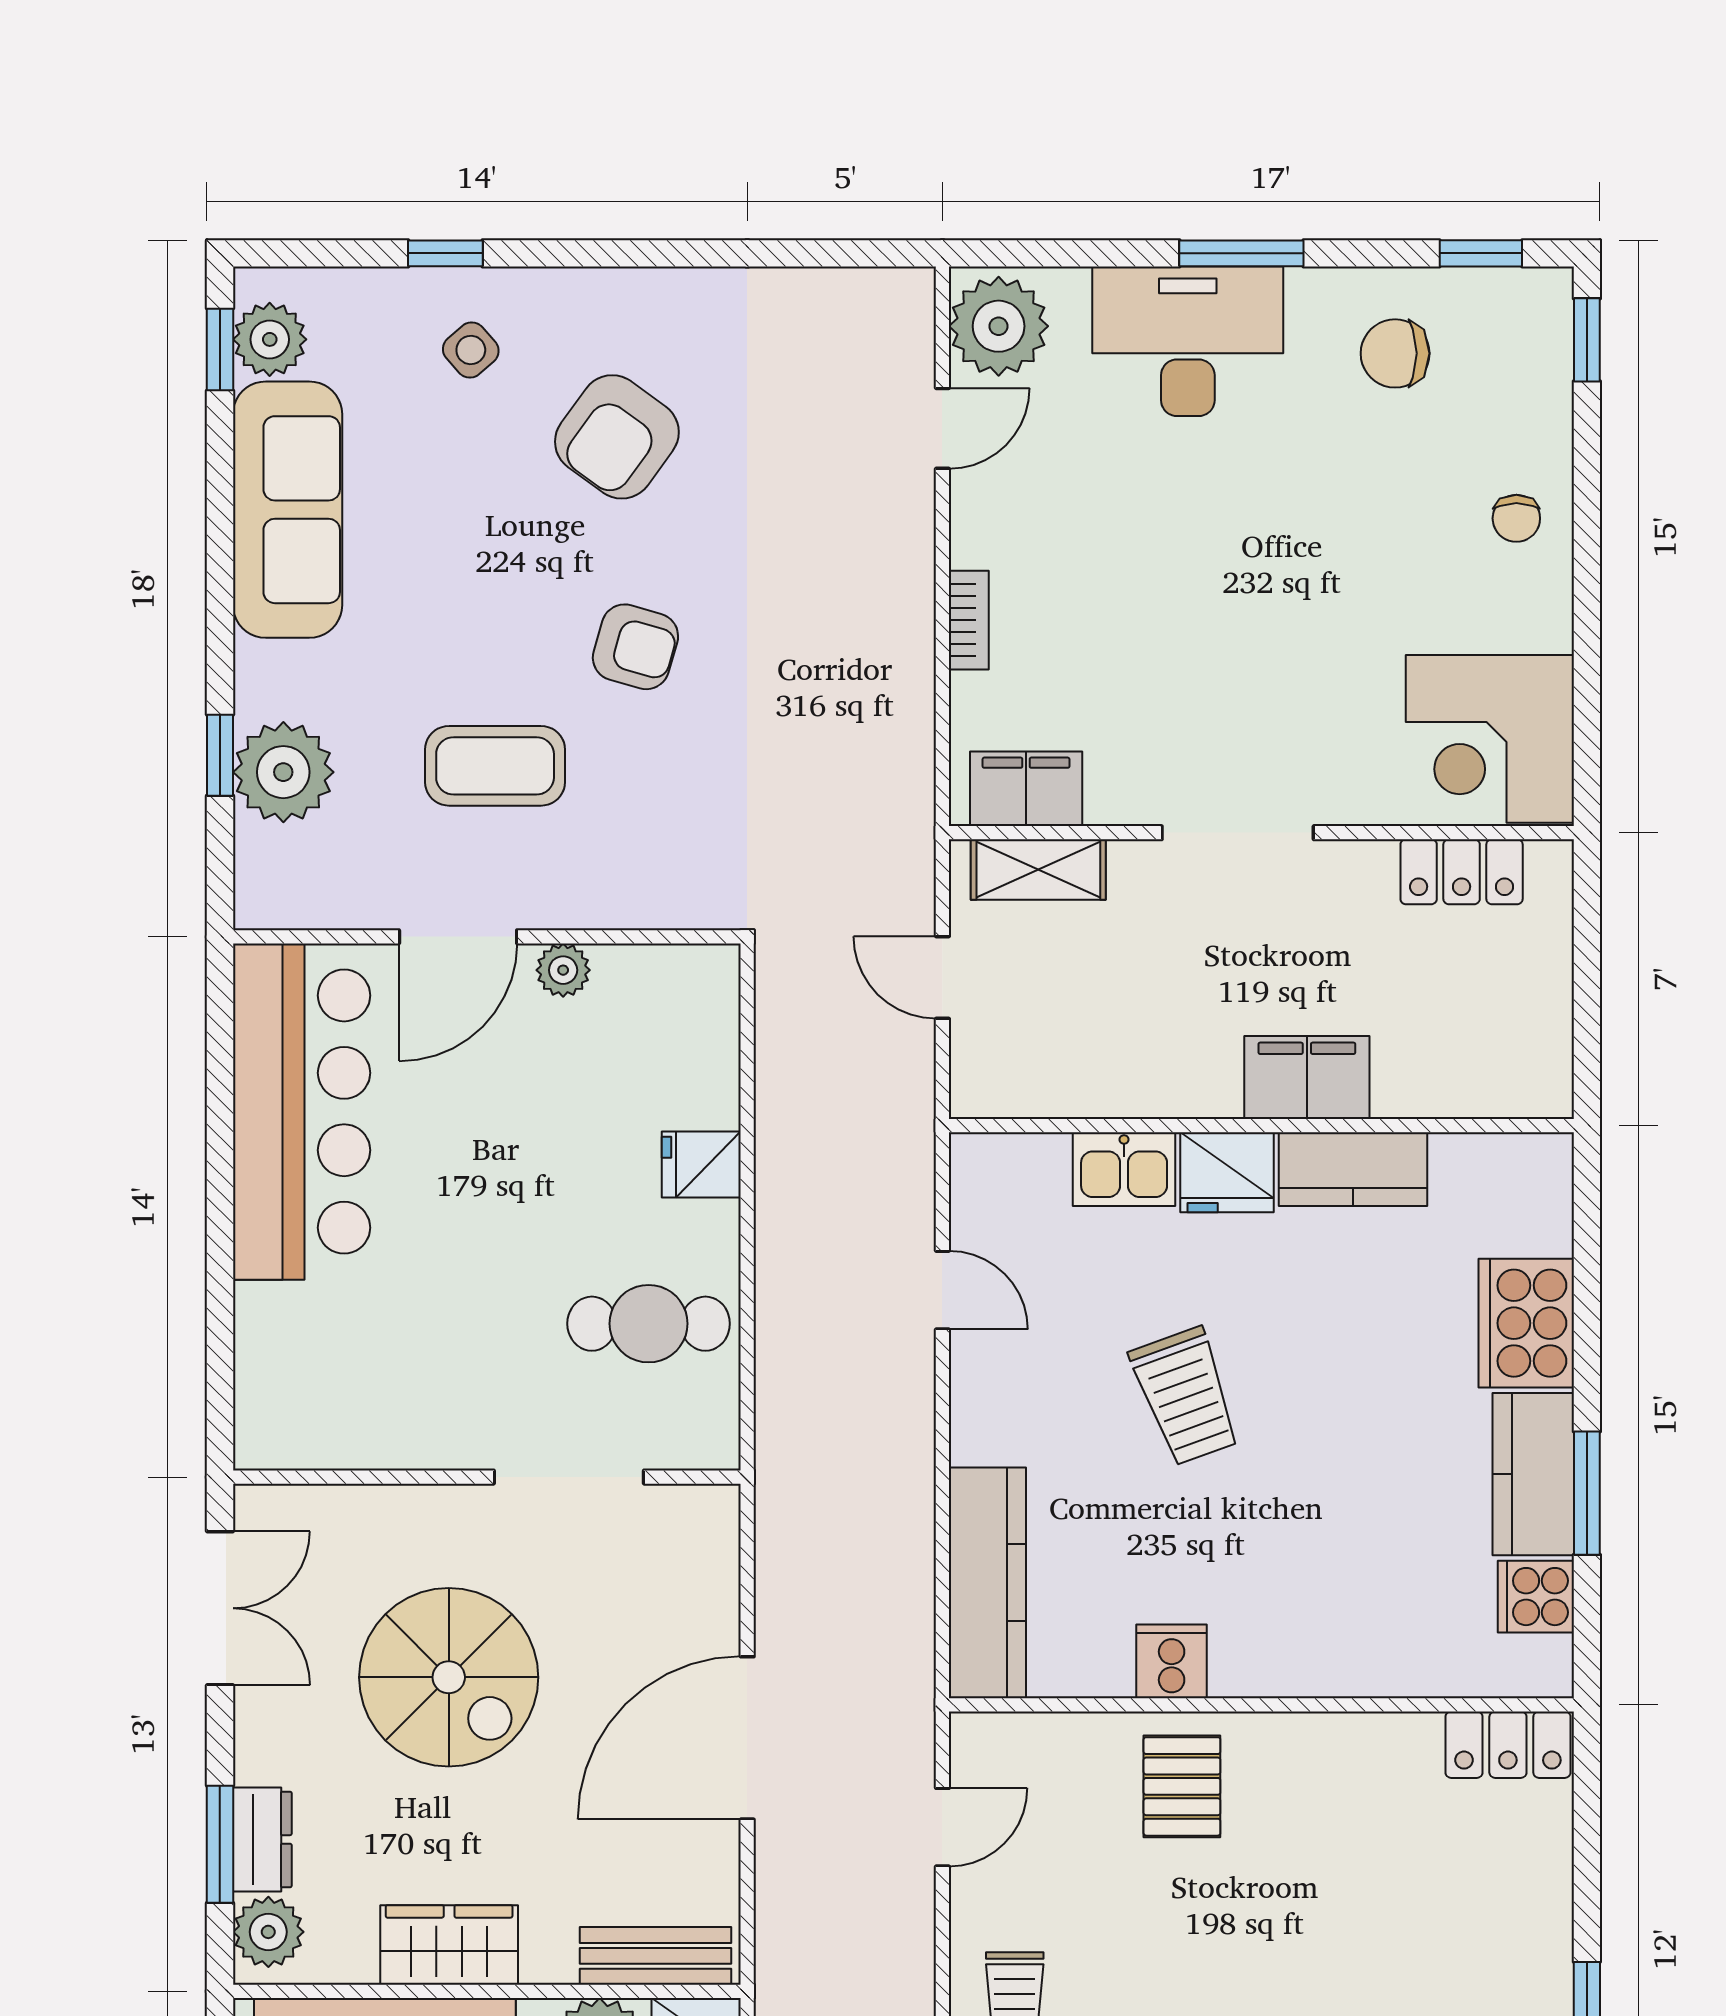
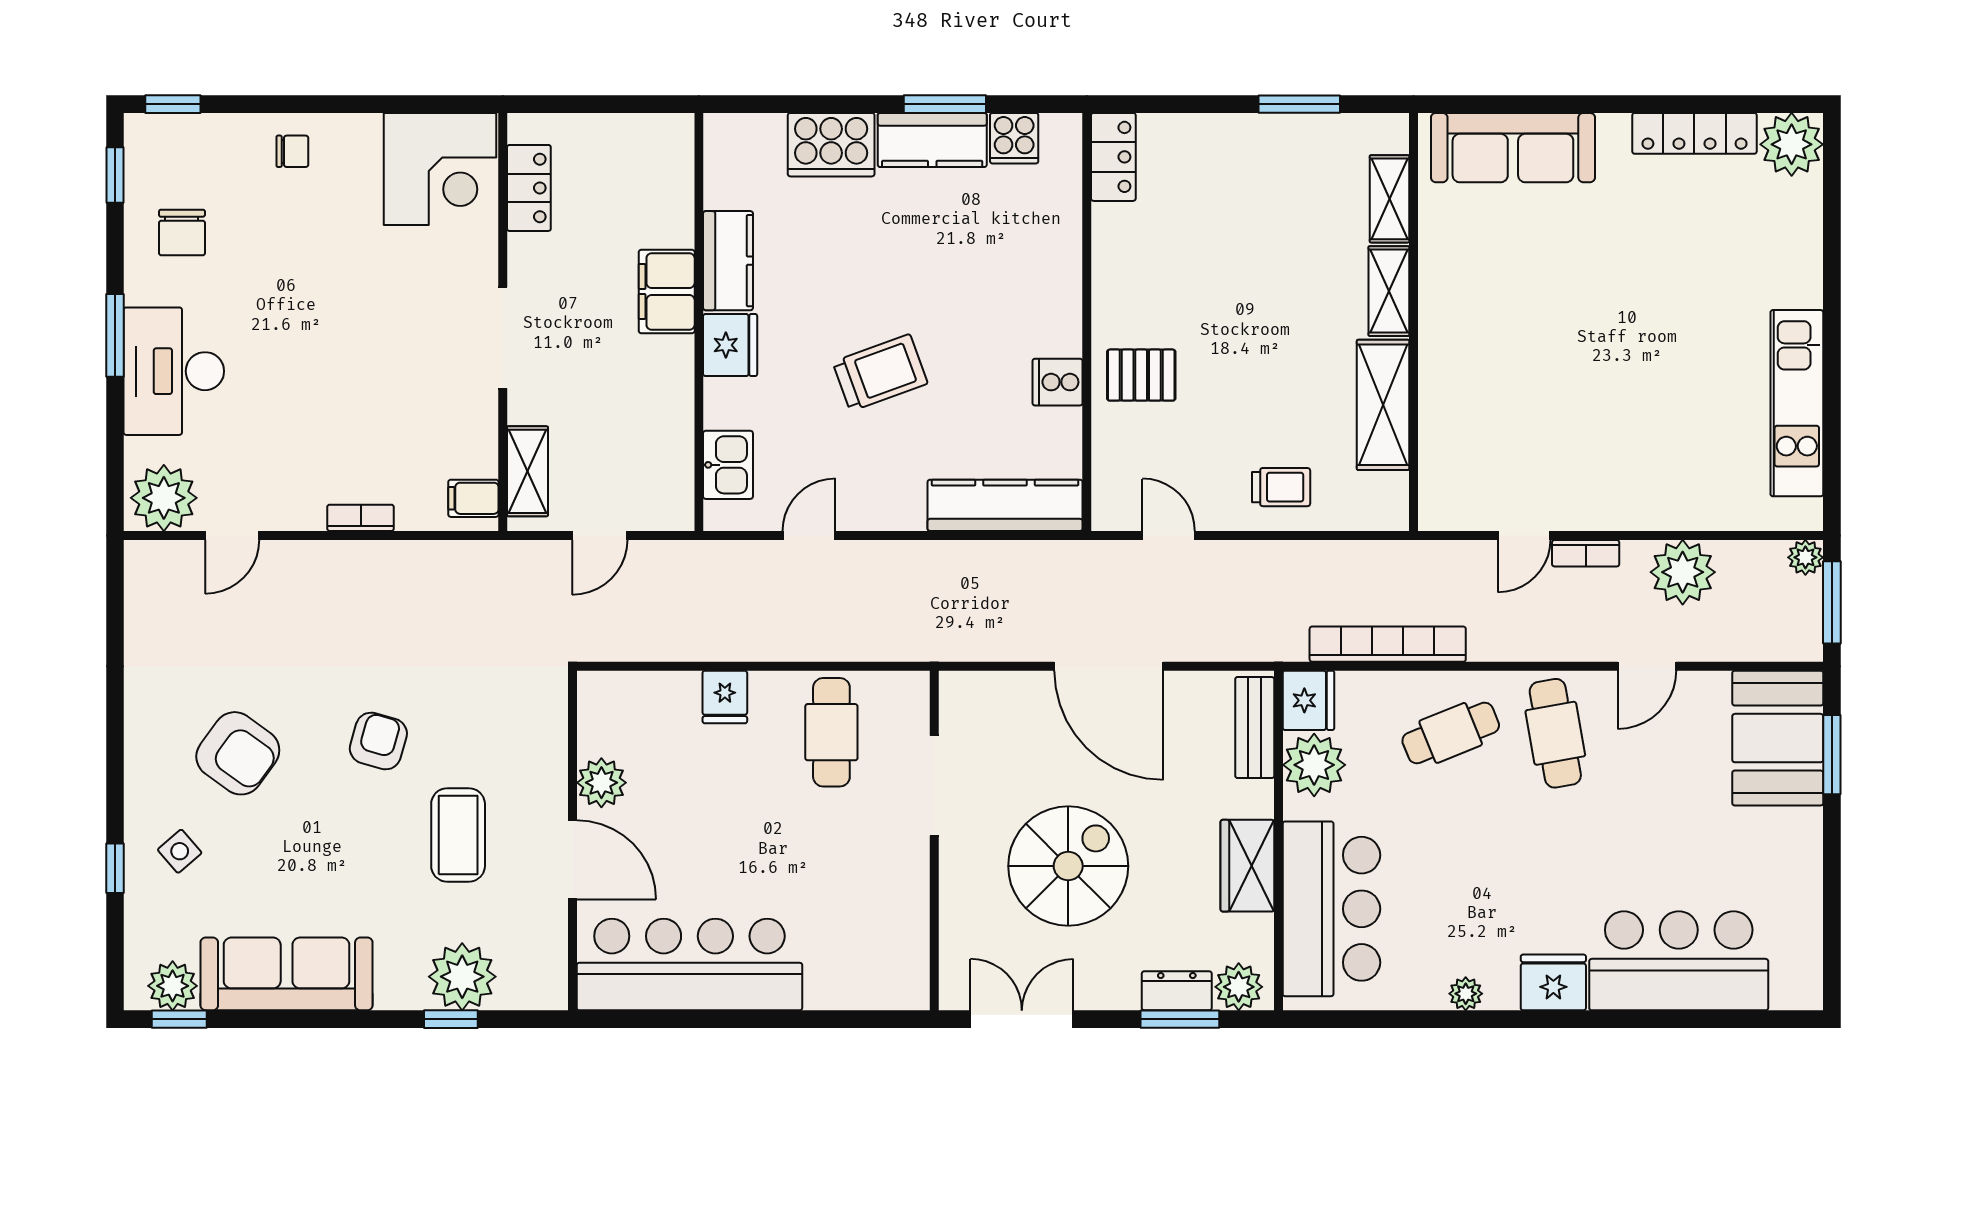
door: (942, 428) -> (232, 535), swing flipped
filing cabinet: (1026, 789) -> (473, 498), width x0.50
plant: (563, 970) -> (601, 783), width x1.38, depth x1.38
kitchen sink: (1124, 1169) -> (728, 465), moved

